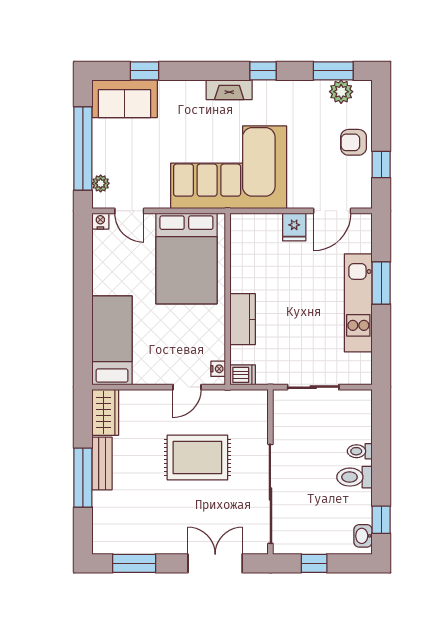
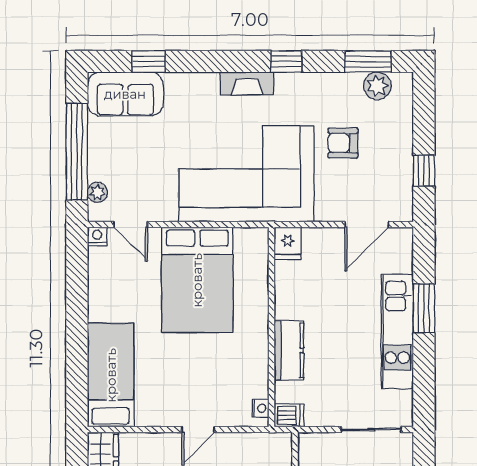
armchair: (354, 142) -> (343, 143), moved
fridge: (294, 227) -> (288, 243), moved
wall: (228, 299) -> (271, 327), moved
kitchen counter: (243, 319) -> (289, 350), moved
nightstand: (218, 369) -> (260, 408), moved
dishwasher: (243, 375) -> (289, 415), moved
sliding door: (313, 387) -> (371, 429), moved

